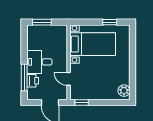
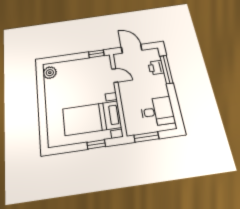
window: (42, 22) -> (146, 137), moved
window: (110, 22) -> (96, 144), moved
desk: (39, 62) -> (157, 111), moved

